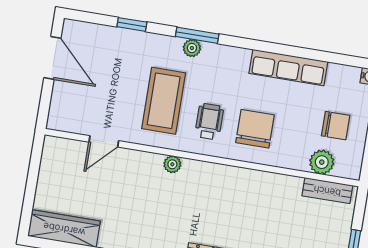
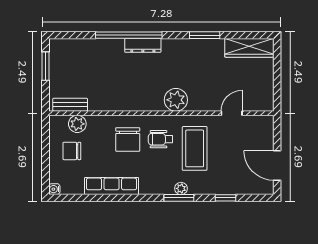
wheelchair: (209, 122) -> (160, 139), turned 90
plant: (172, 164) -> (176, 100), width x1.87, depth x1.87

